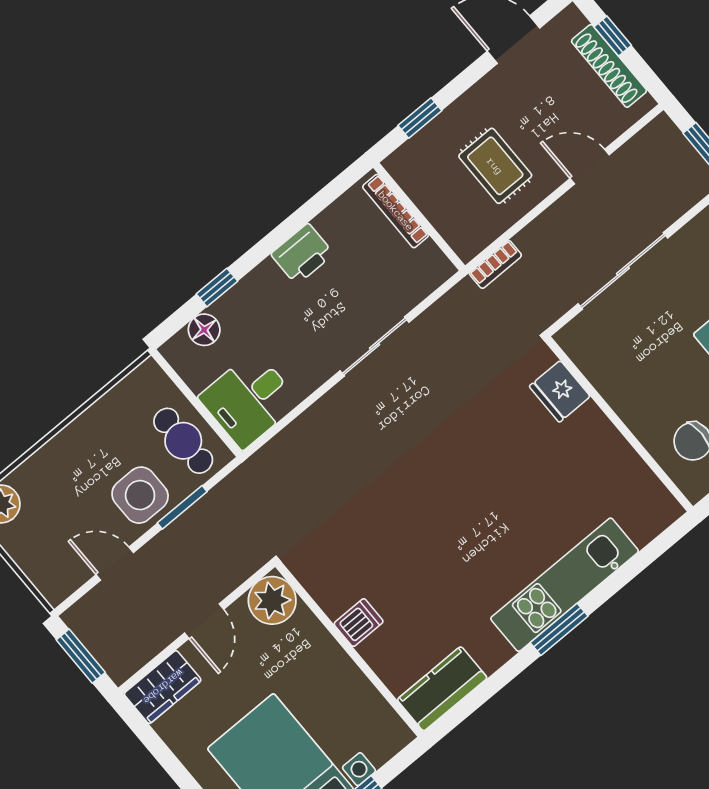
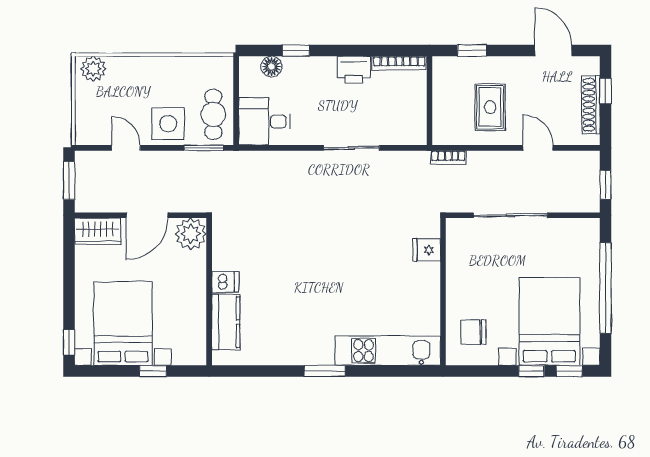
bookcase: (396, 211) -> (399, 63), moved, turned -90
fridge: (560, 391) -> (427, 250), width x0.72
window: (182, 507) -> (204, 148), moved
kitchen unit: (565, 585) -> (388, 351), moved
door: (204, 621) -> (147, 215), width x1.38
kitchen counter: (442, 689) -> (226, 322), moved, turned 90

